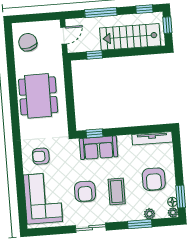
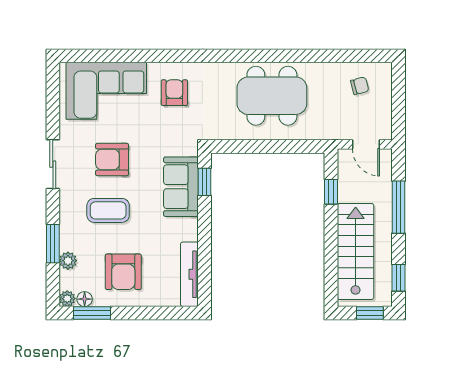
chair: (28, 42) -> (360, 86), width x0.54, depth x0.54
armchair: (154, 179) -> (123, 272), turned -90

